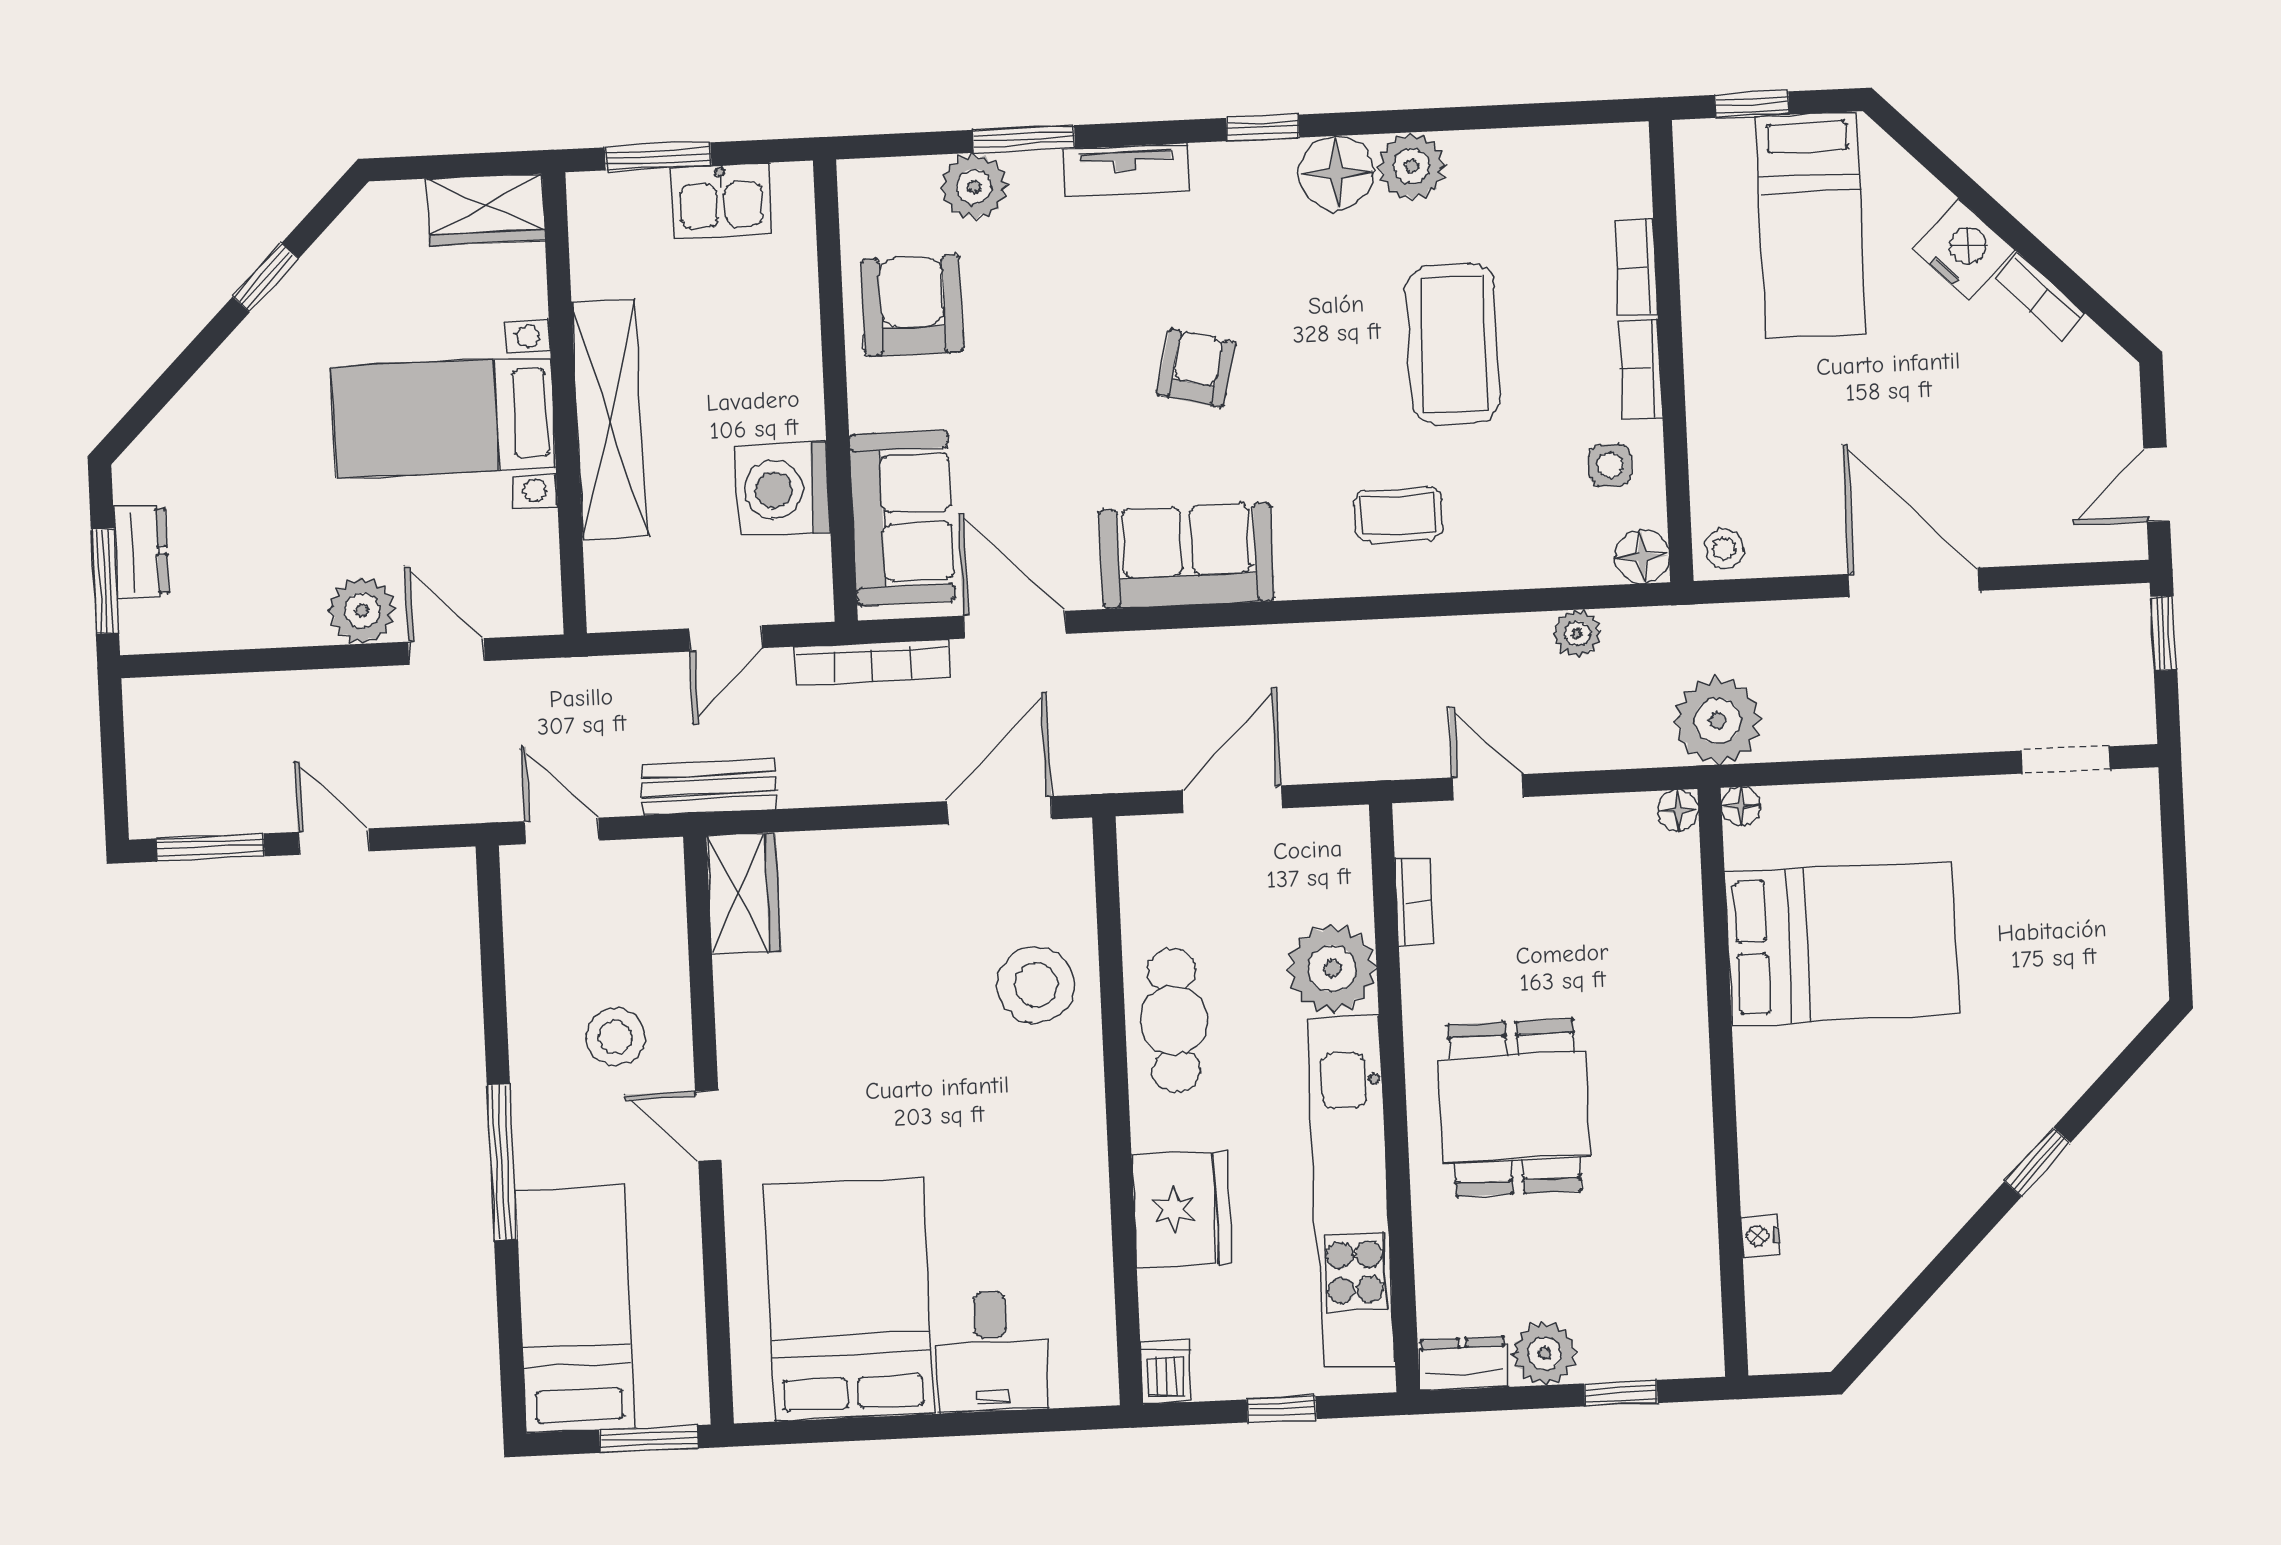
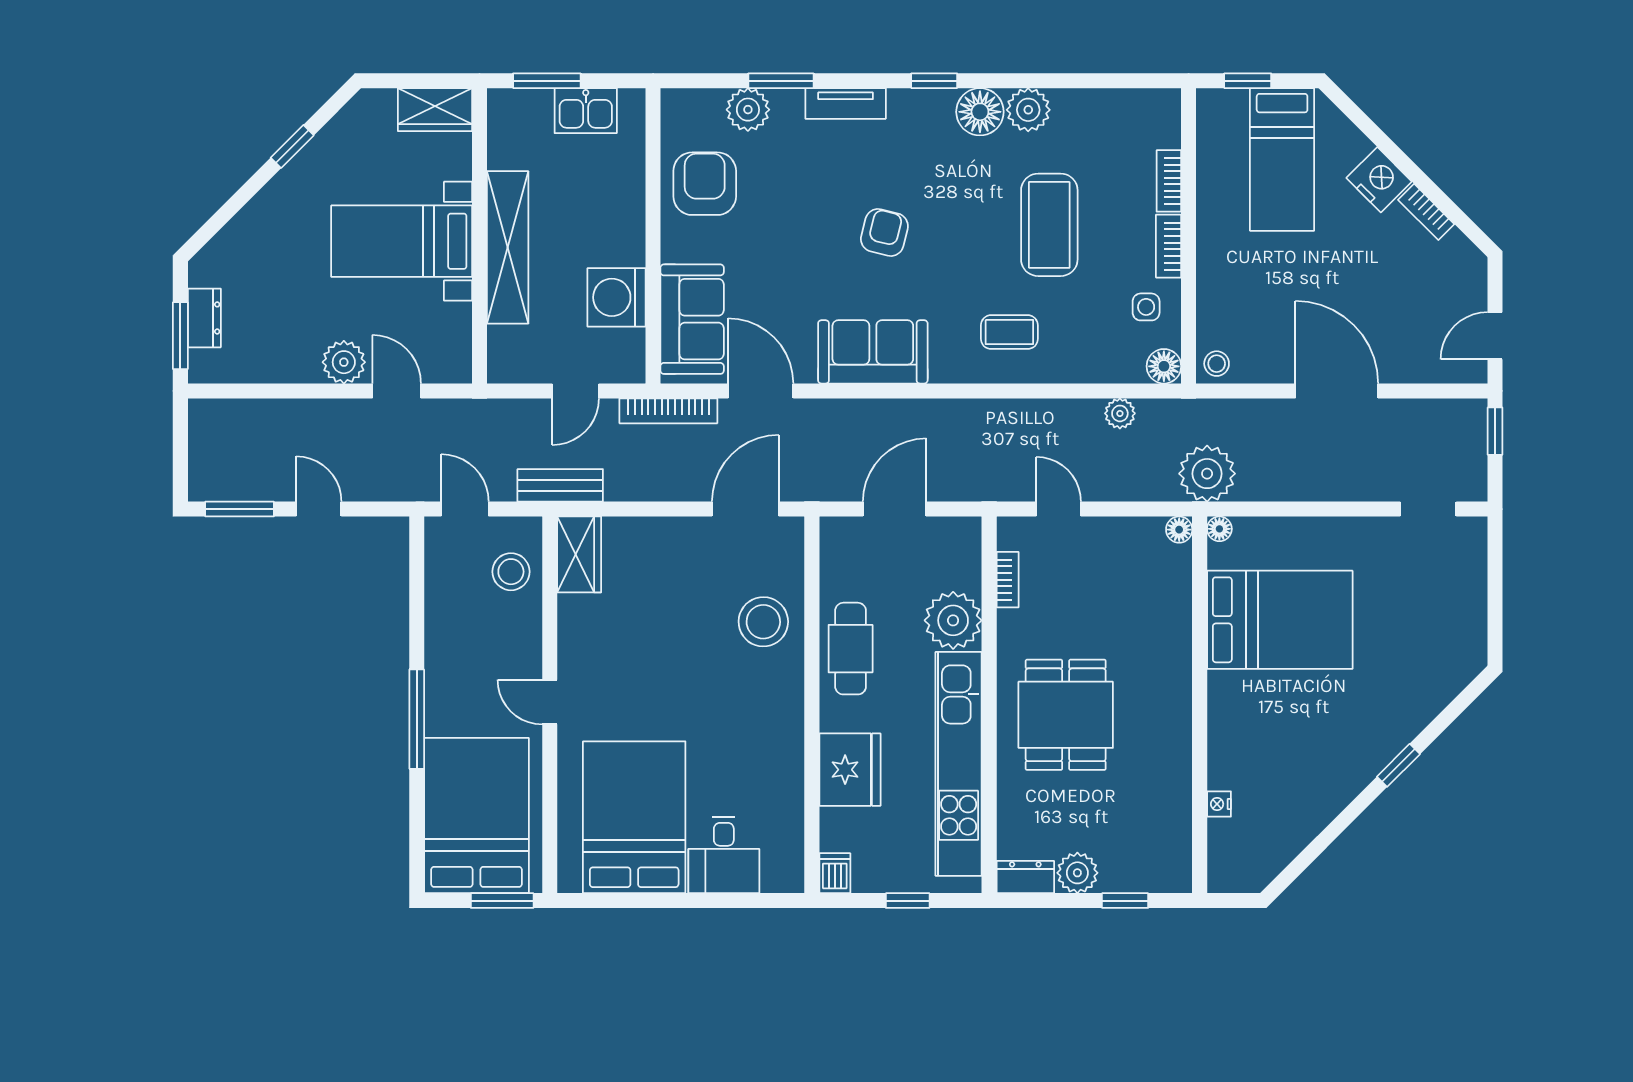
stool: (616, 1037) -> (511, 572), moved
bed: (575, 1310) -> (477, 816), width x1.50

